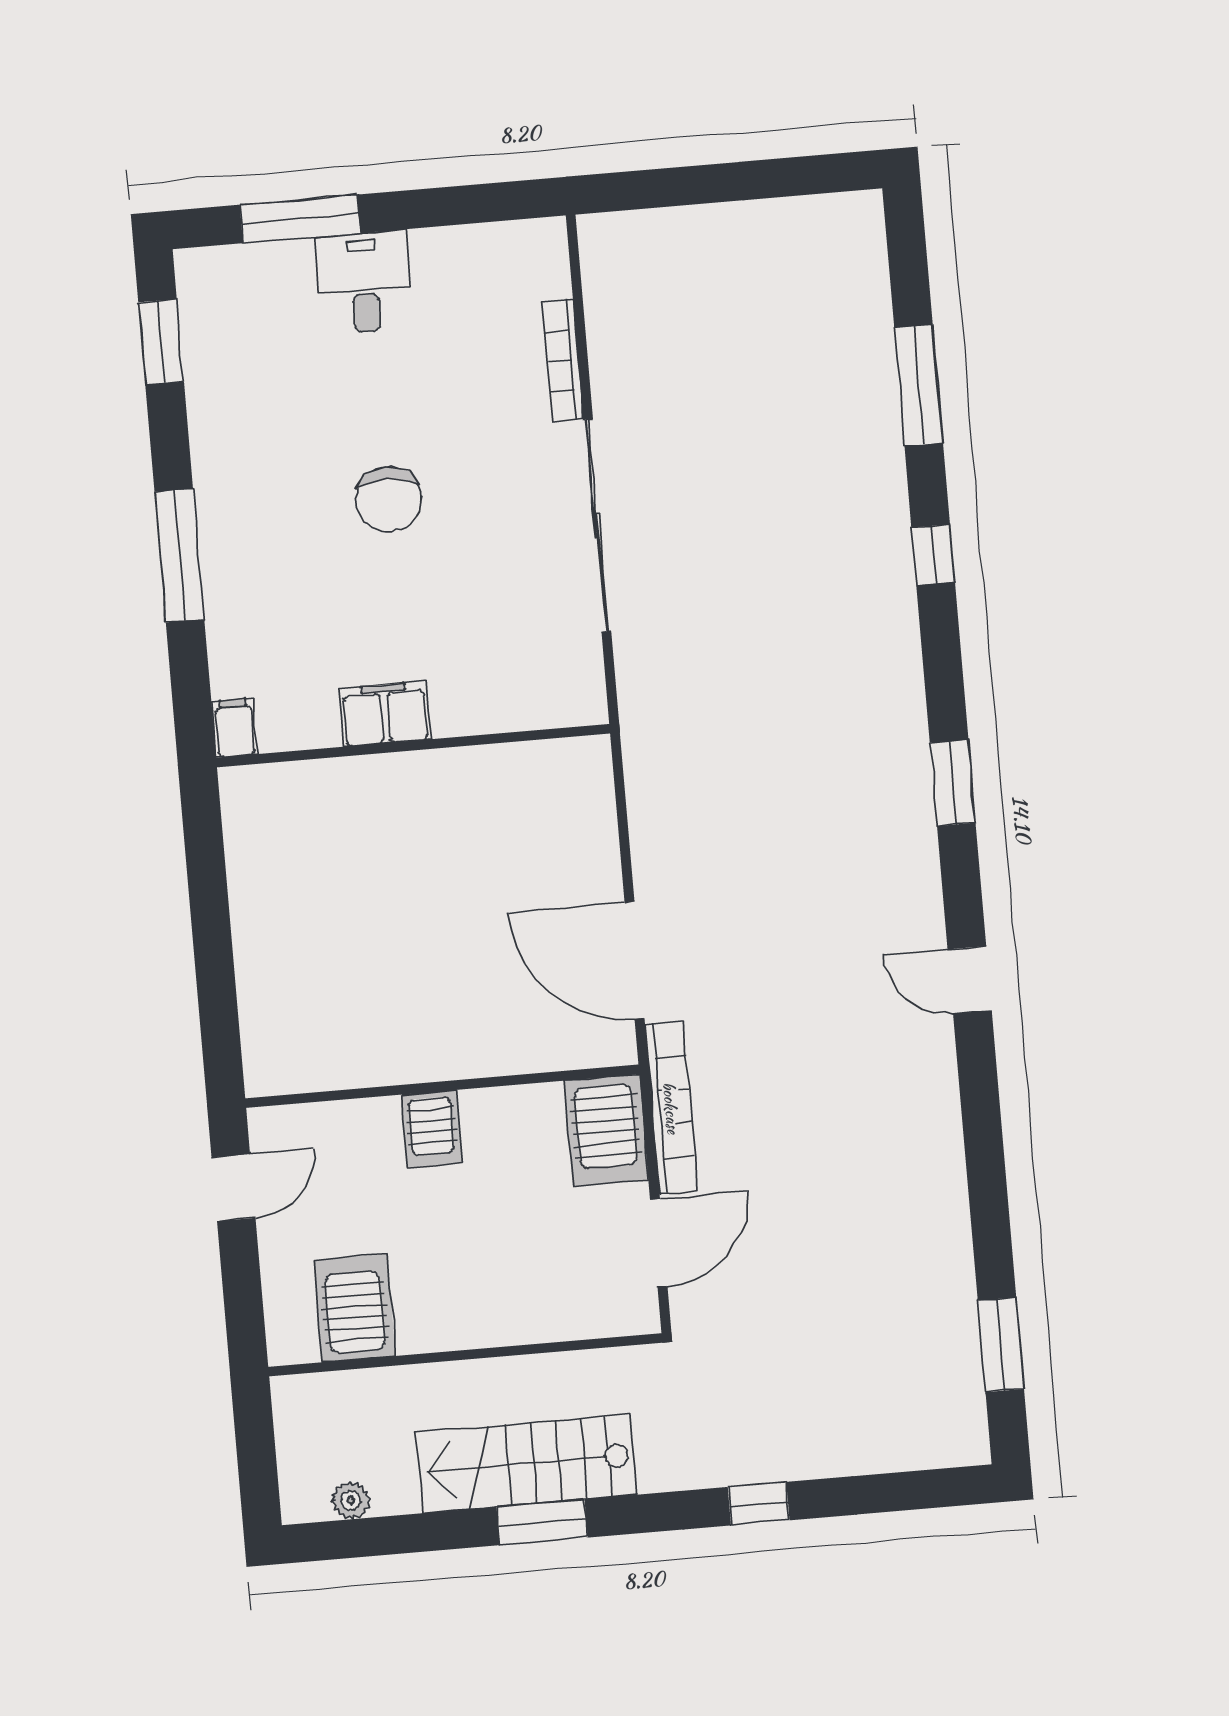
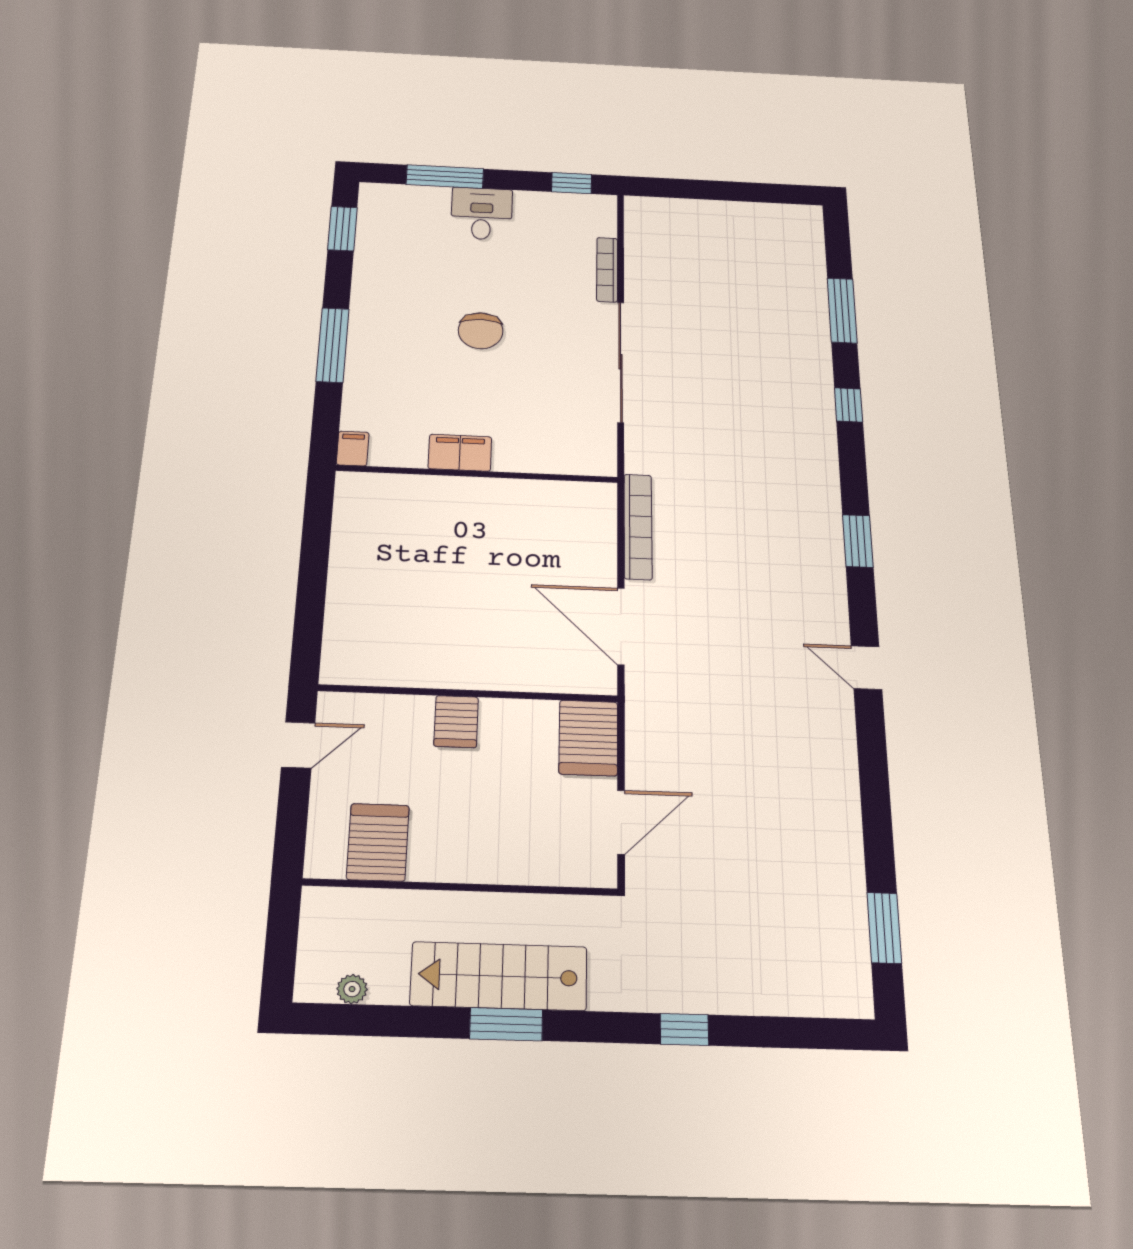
window: (494, 202) -> (572, 183), added
bookcase: (671, 1108) -> (638, 527), moved

